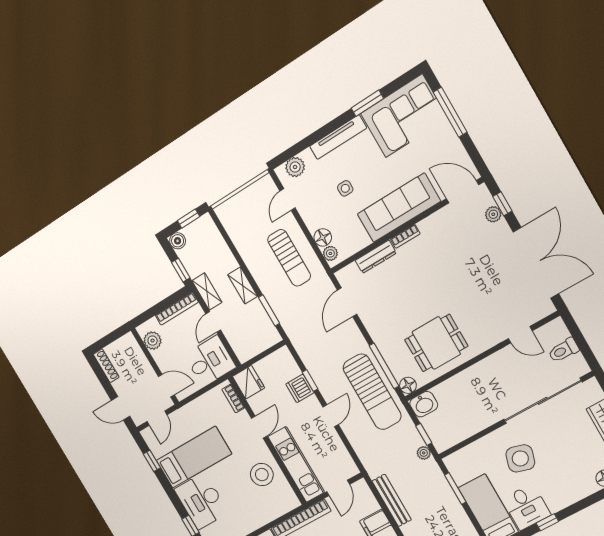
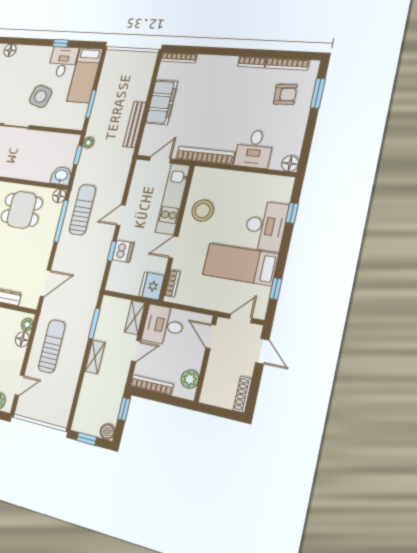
shelving: (207, 291) -> (135, 317), moved
sun lounger: (372, 392) -> (82, 210), width x0.73, depth x0.75

